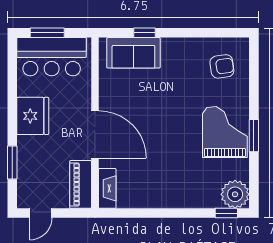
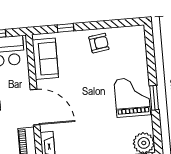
sofa: (133, 53) -> (45, 59), moved, turned -90
armchair: (222, 66) -> (99, 43), moved

